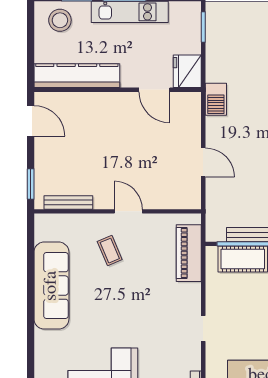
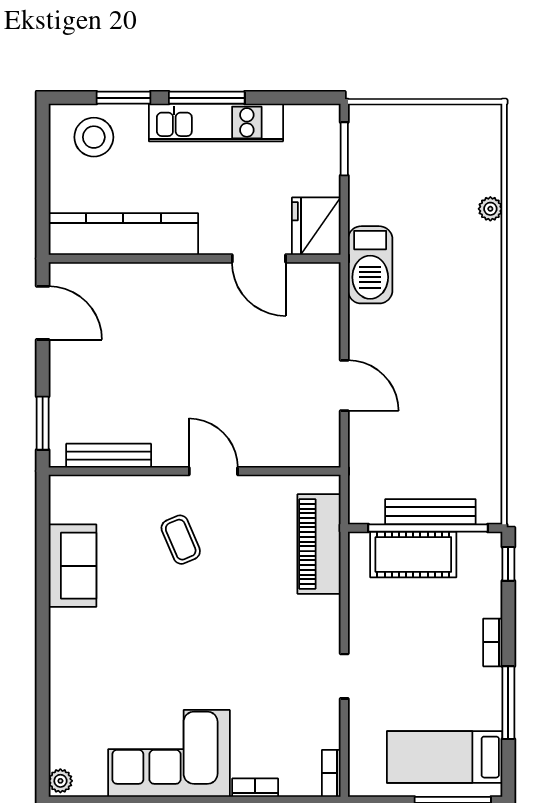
barbecue: (216, 99) -> (370, 265), width x1.37, depth x1.21
sofa: (51, 286) -> (72, 566), width x0.54, depth x0.79

